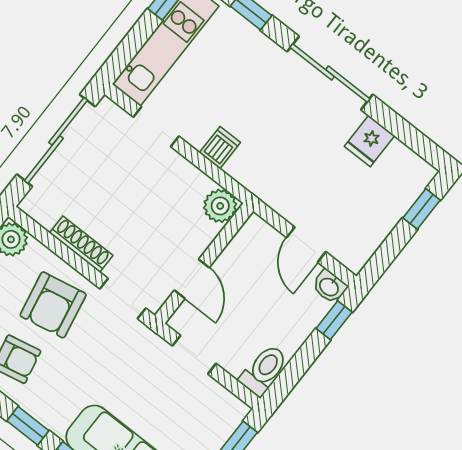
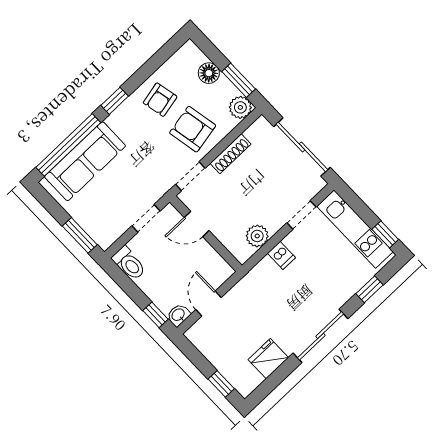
fridge: (370, 141) -> (268, 359), width x1.38
plant: (220, 206) -> (257, 236), moved
door: (306, 245) -> (208, 304), hinge flipped

